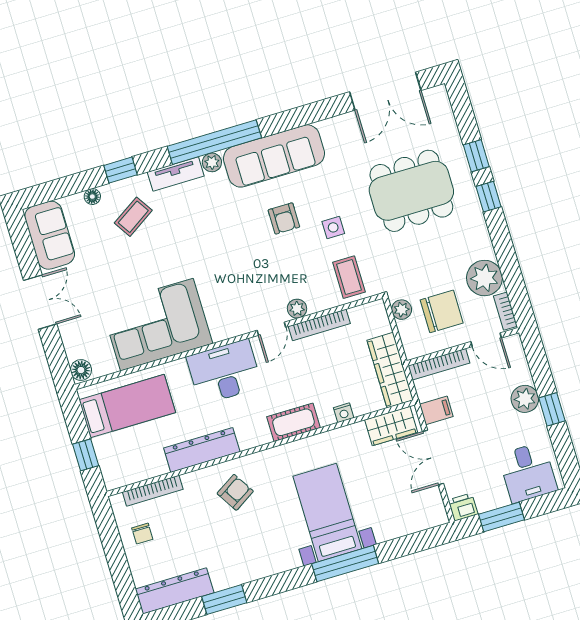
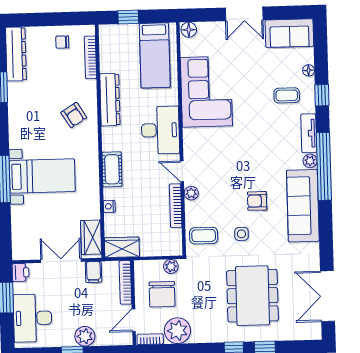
coffee table: (133, 217) -> (287, 95), turned -57
wardrobe: (390, 370) -> (122, 247), width x0.67
desk: (528, 472) -> (32, 318), width x1.37

